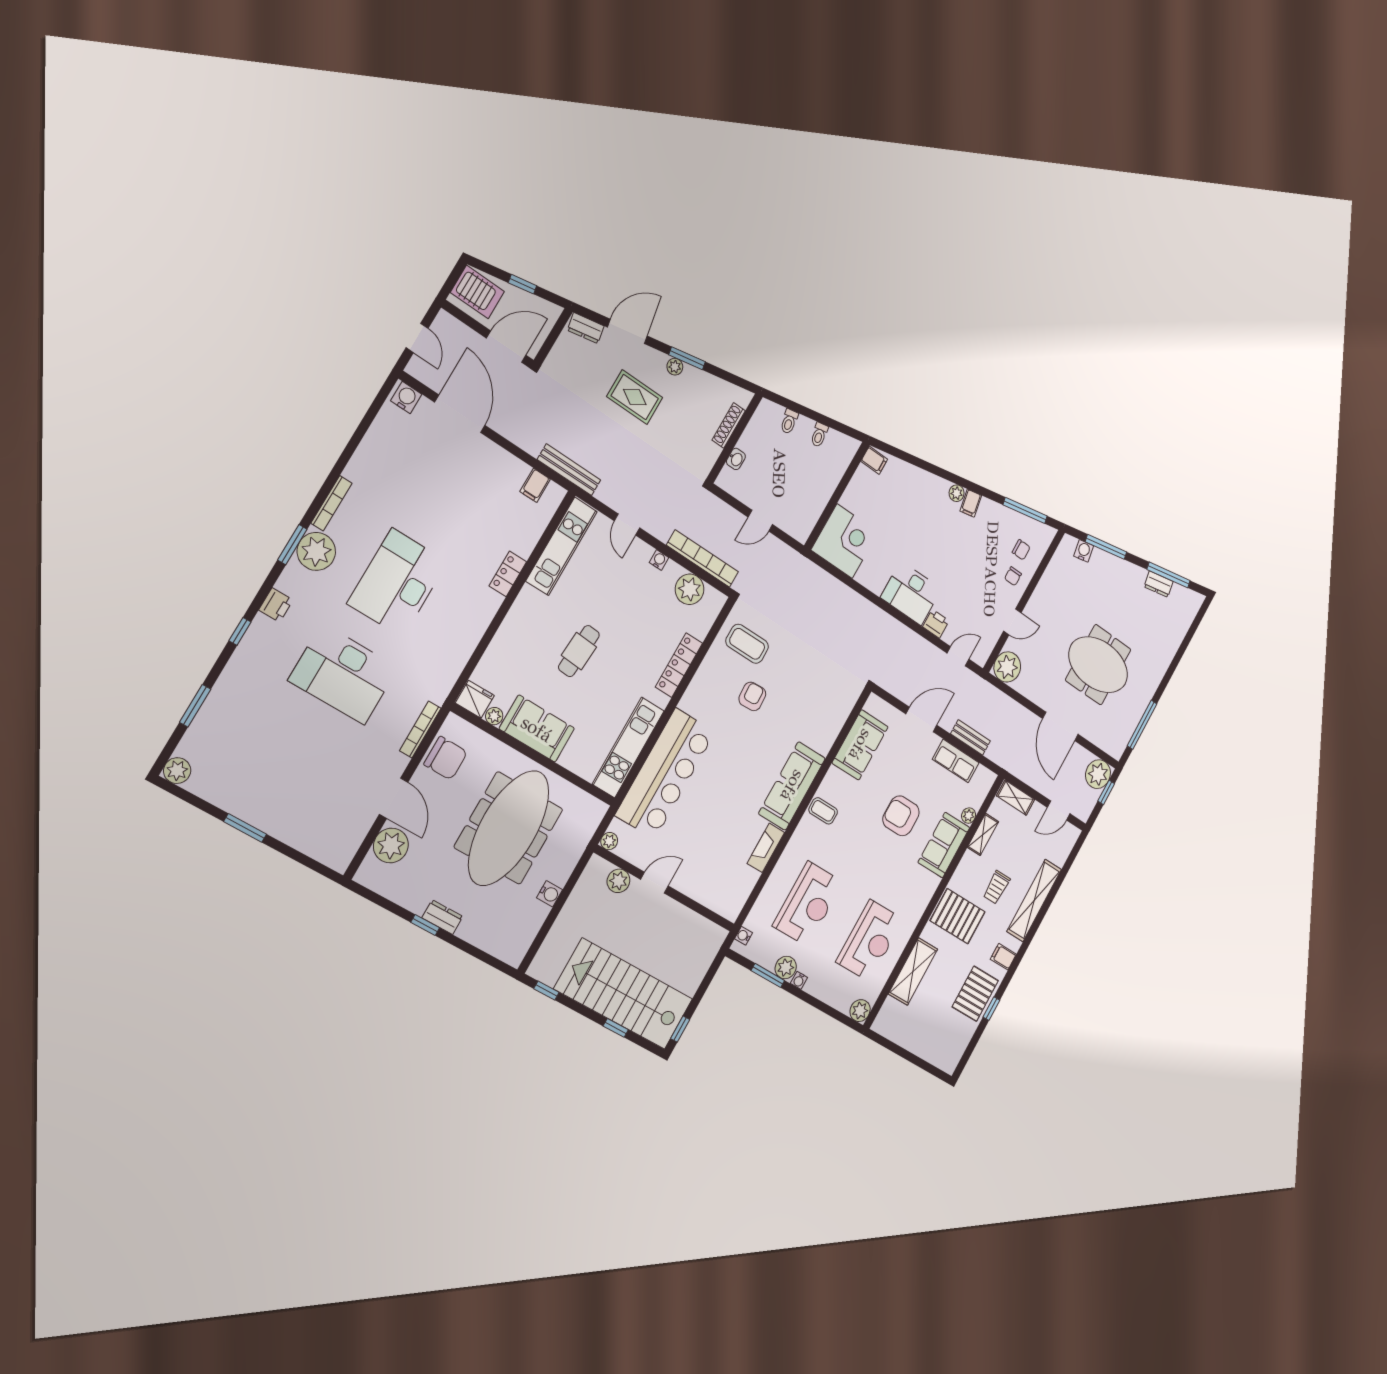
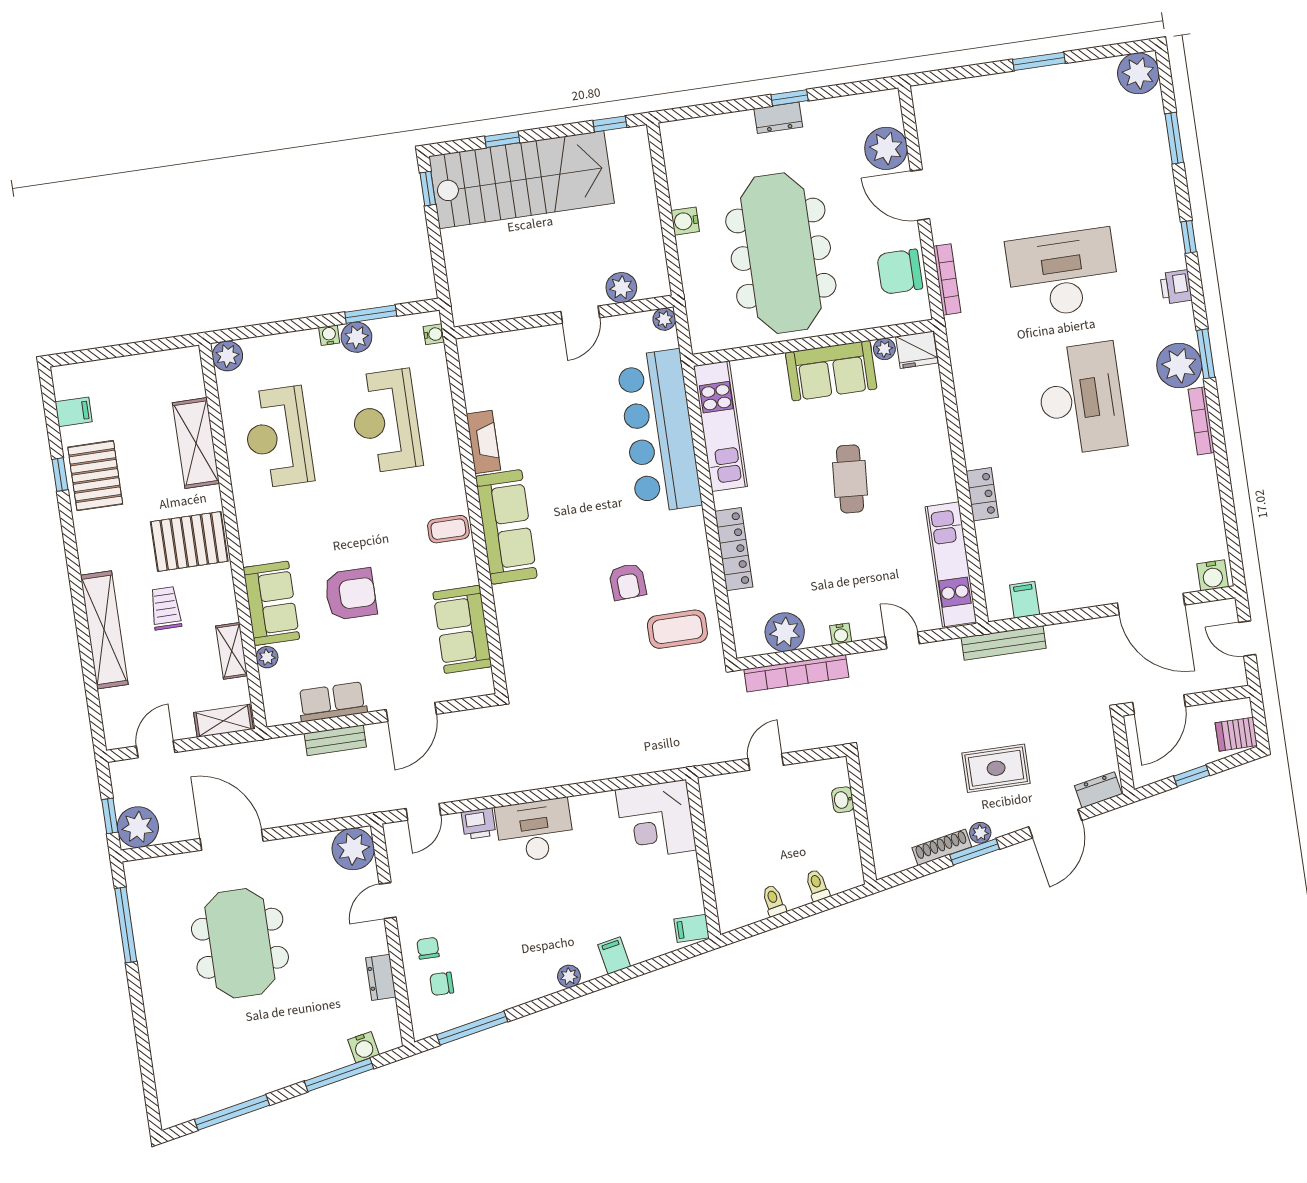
server rack: (477, 292) -> (1236, 734), width x0.73, depth x0.70
shoe rack: (729, 425) -> (942, 847), moved, turned -101
filing cabinet: (971, 503) -> (614, 956), moved
dresser: (1159, 584) -> (381, 977), moved, turned -79
meeting table: (1098, 665) -> (240, 943), turned 90
plant: (177, 771) -> (1138, 73), width x1.36, depth x1.36
filing cabinet: (1003, 957) -> (74, 412), moved

